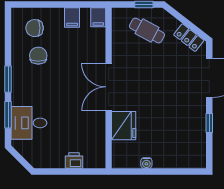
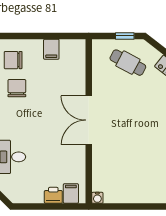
filing cabinet: (98, 17) -> (71, 193), moved, turned 180
fridge: (124, 126) -> (104, 160), removed
water cooler: (146, 163) -> (97, 198), moved

